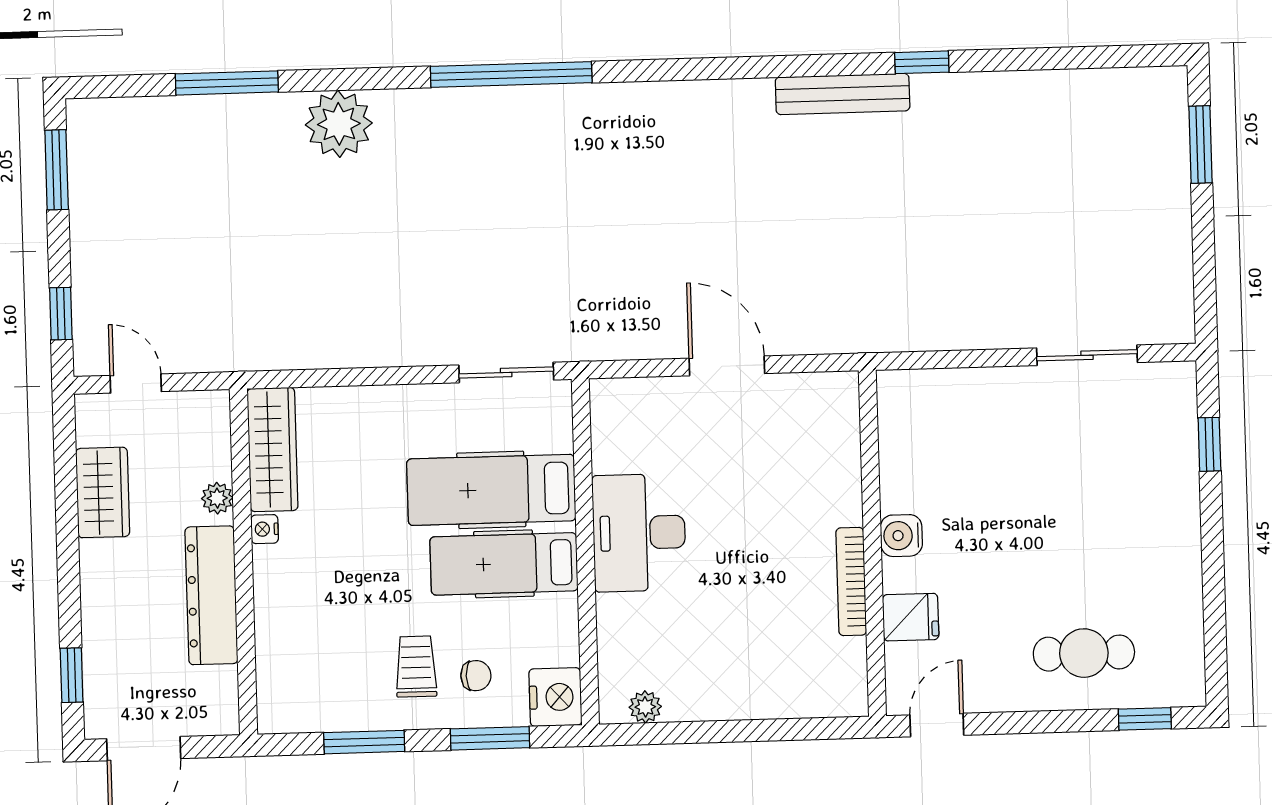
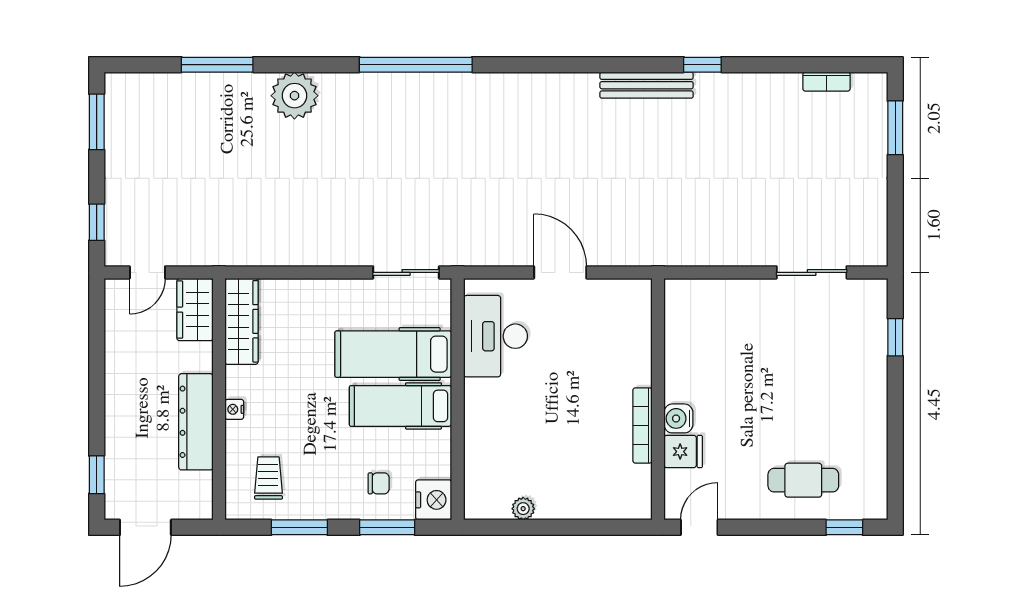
bookcase: (1100, 81) -> (826, 82), added
door: (136, 383) -> (147, 272), swing flipped
wardrobe: (103, 492) -> (195, 310), moved, turned 180
plant: (217, 498) -> (202, 354), removed
nightstand: (265, 529) -> (234, 409), moved
desk: (639, 533) -> (495, 336), moved
water cooler: (901, 536) -> (678, 418), moved
trolley: (416, 667) -> (268, 478), moved
plant: (645, 707) -> (523, 509), moved

